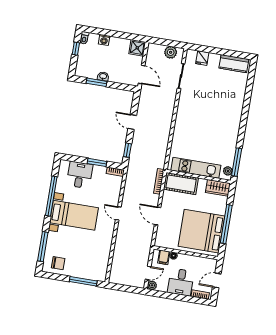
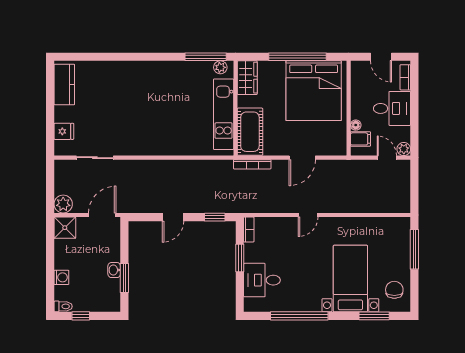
plant: (171, 52) -> (63, 204), moved
bed with nightstands: (74, 215) -> (350, 279), moved
window: (43, 247) -> (374, 316), width x0.69

